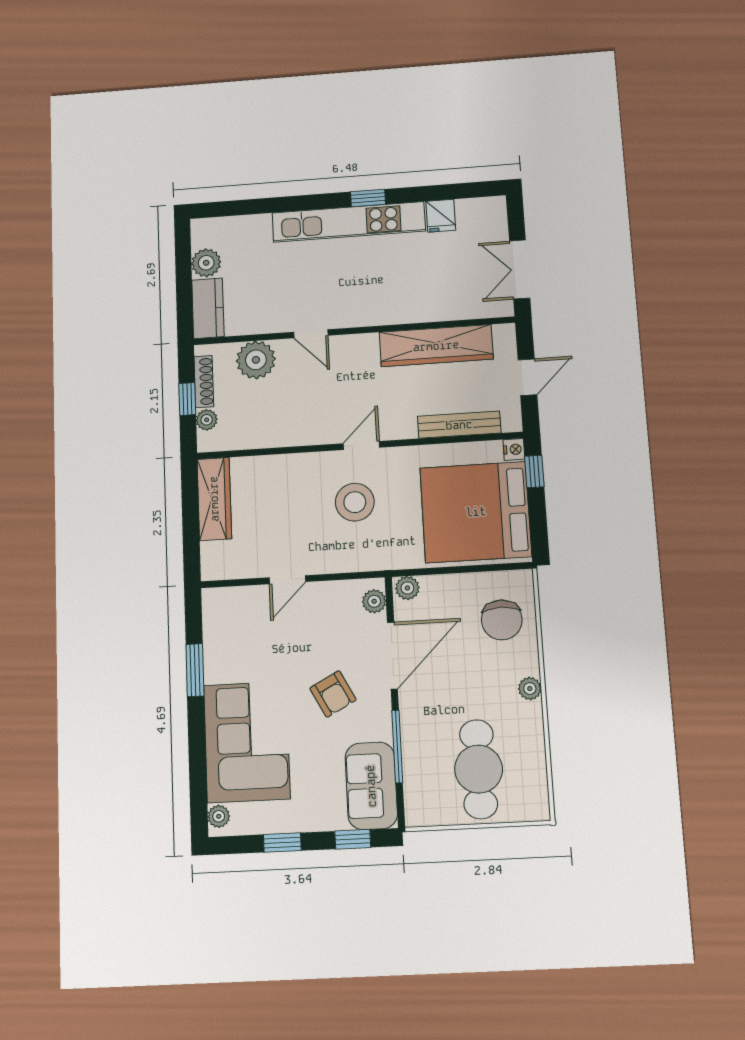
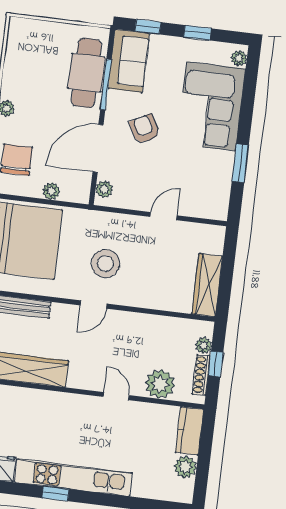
plant: (407, 588) -> (51, 191), moved
cafe table: (479, 769) -> (86, 73), moved

